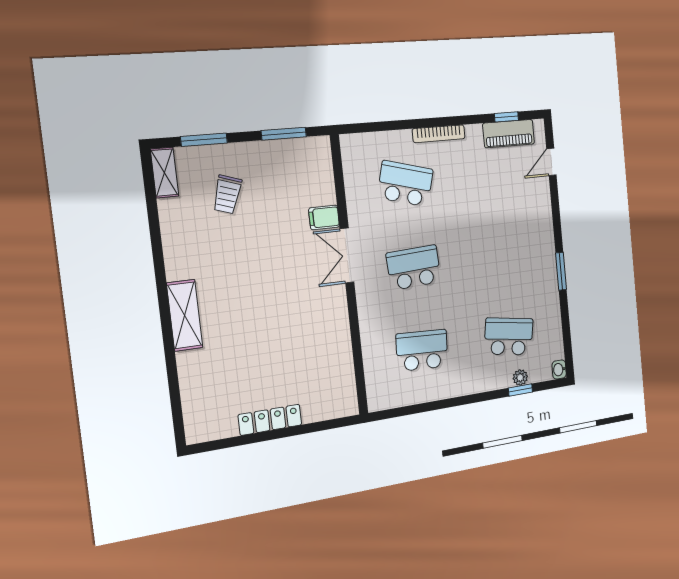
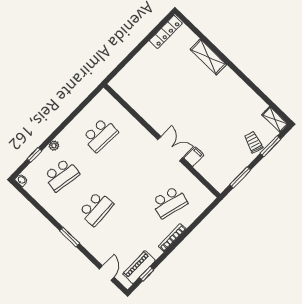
trolley: (227, 194) -> (253, 142), moved
school desk: (414, 268) -> (96, 209), moved
window: (561, 271) -> (70, 237), moved
shelving: (185, 315) -> (208, 57), moved
plant: (520, 378) -> (54, 146), moved
locker: (270, 420) -> (166, 32), moved

